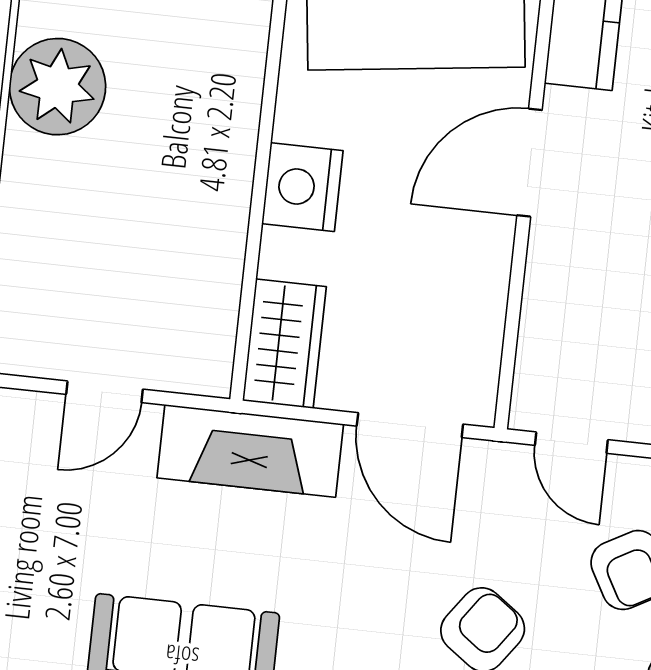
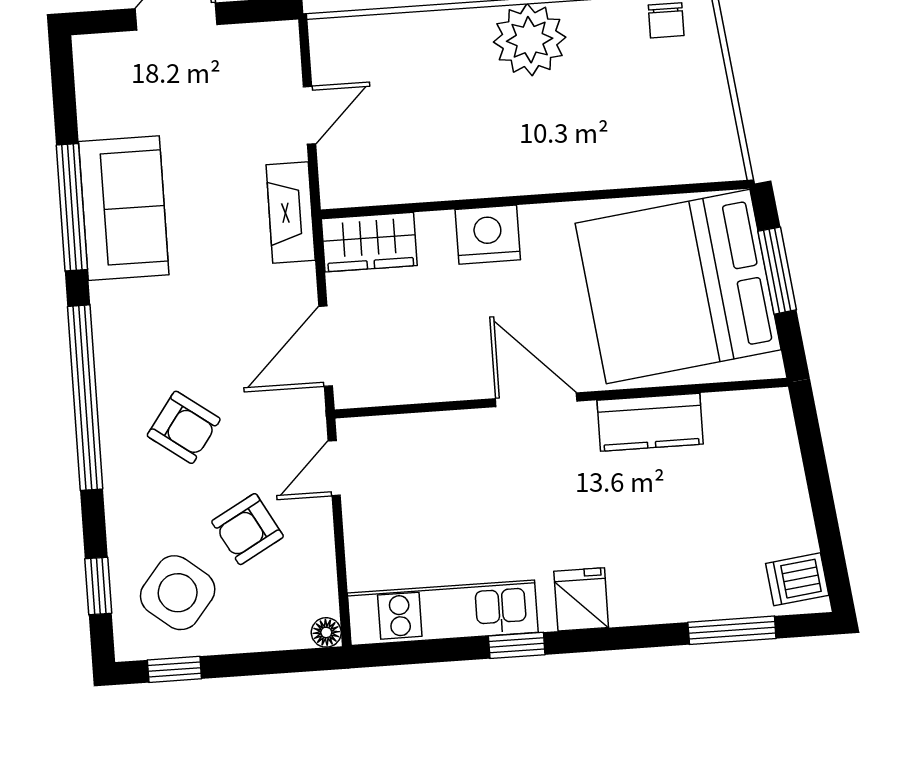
door: (104, 392) -> (310, 115), swing flipped
fireplace: (250, 451) -> (291, 213), width x0.73, depth x0.76

